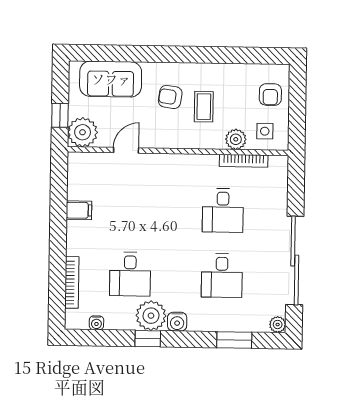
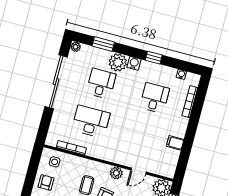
plant: (236, 139) -> (116, 173), moved
desk: (223, 210) -> (91, 122), width x1.37
plant: (151, 316) -> (118, 62), moved

